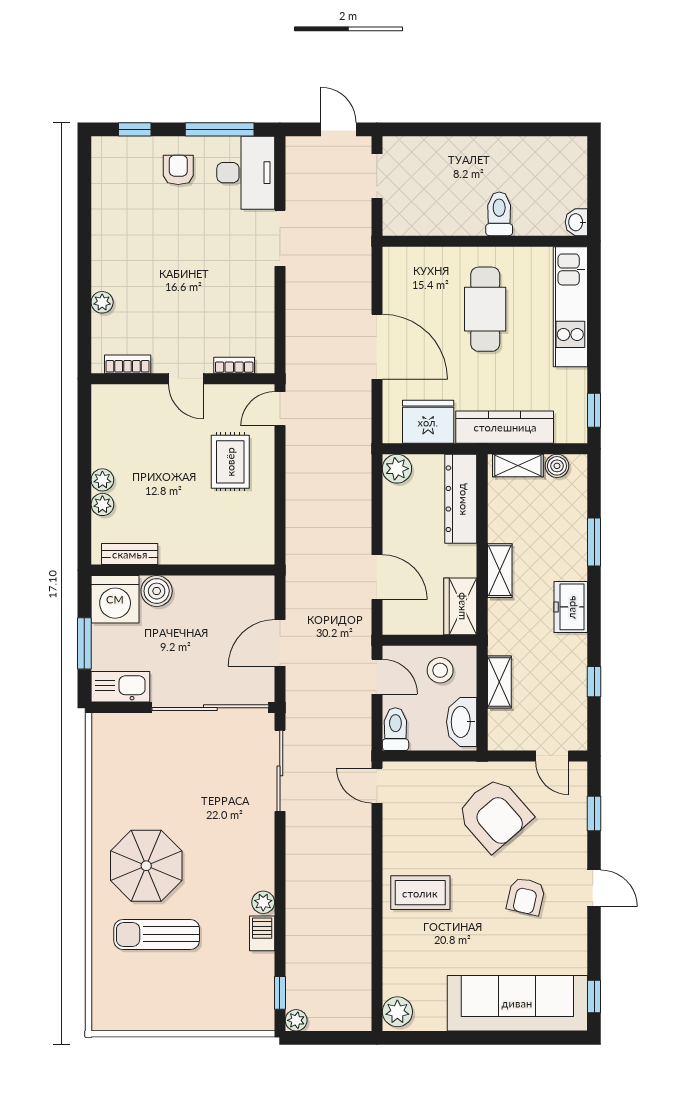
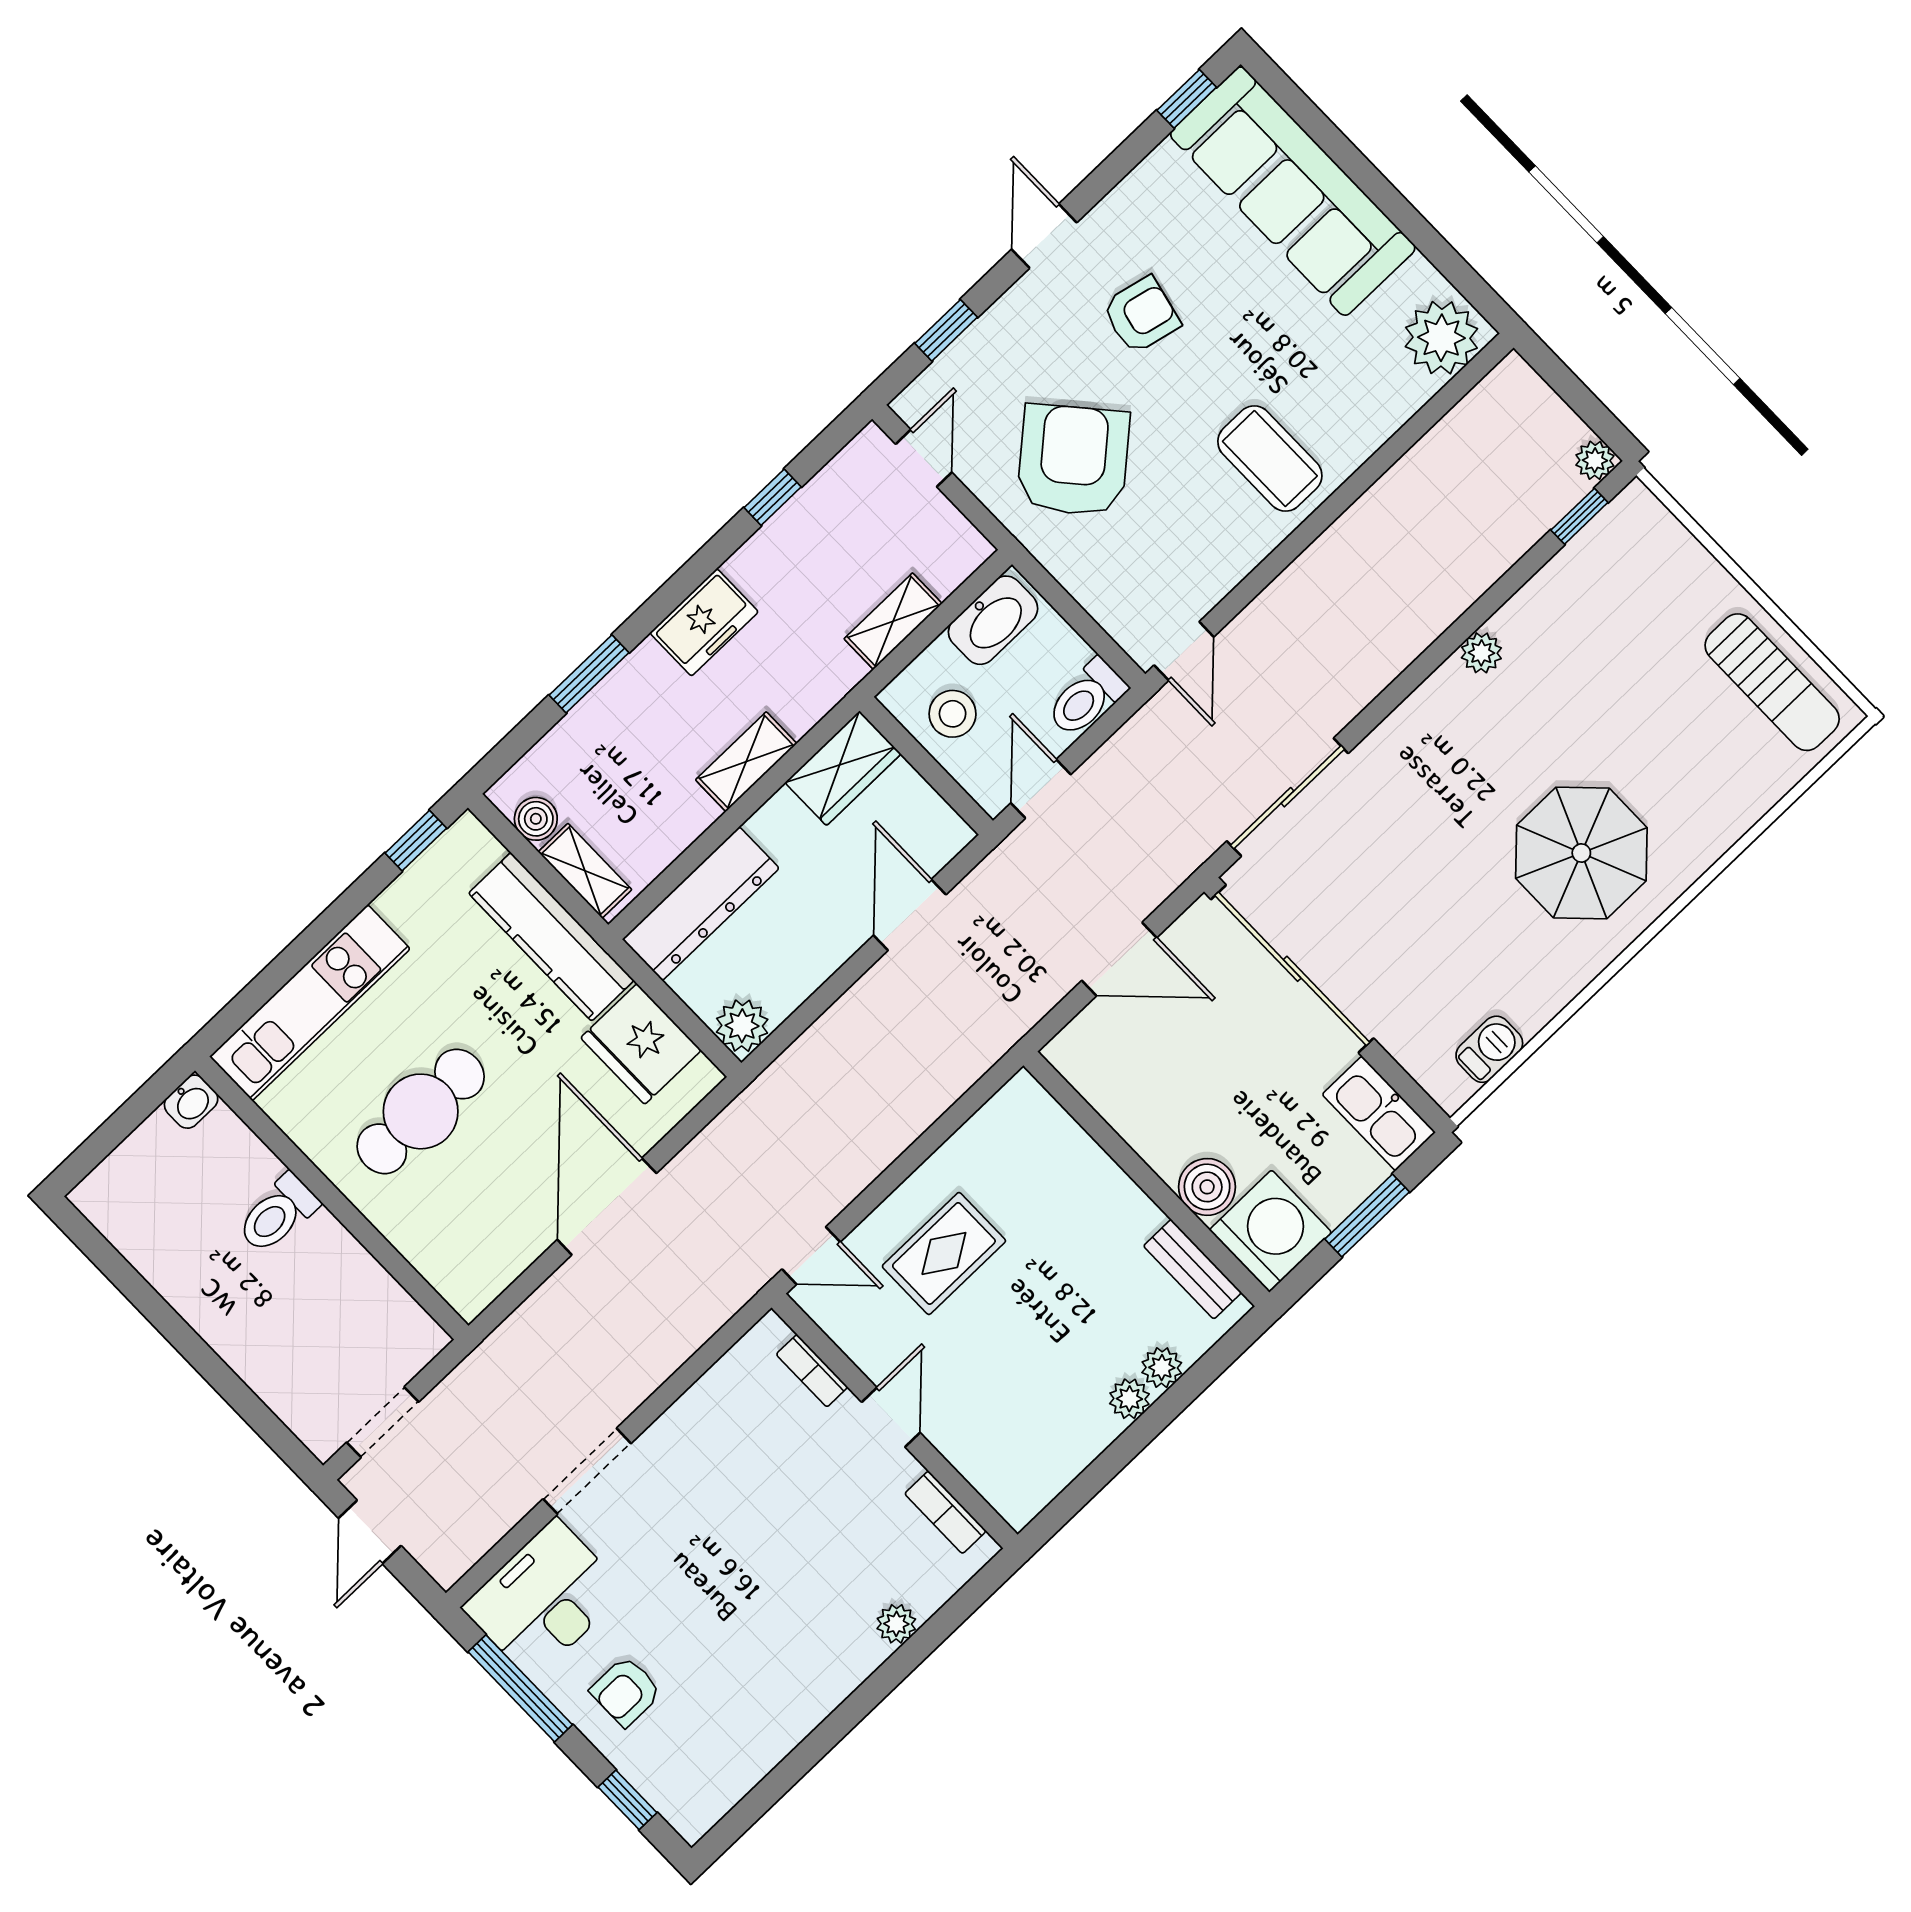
barbecue: (262, 933) -> (1489, 1049), moved, turned 180
sun lounger: (157, 934) -> (1772, 682), moved
plant: (397, 1012) -> (1441, 338), width x1.36, depth x1.36

